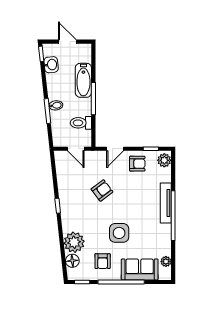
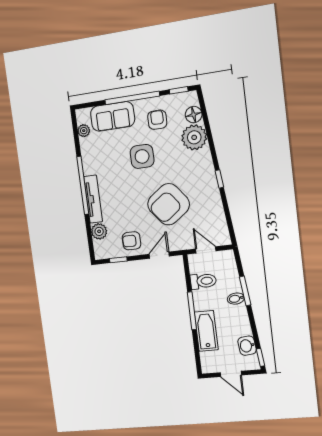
plant: (164, 160) -> (99, 231), moved
armchair: (102, 190) -> (169, 204), width x1.88, depth x1.88

